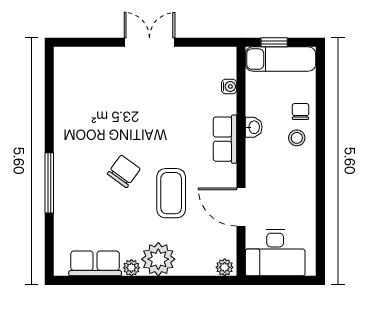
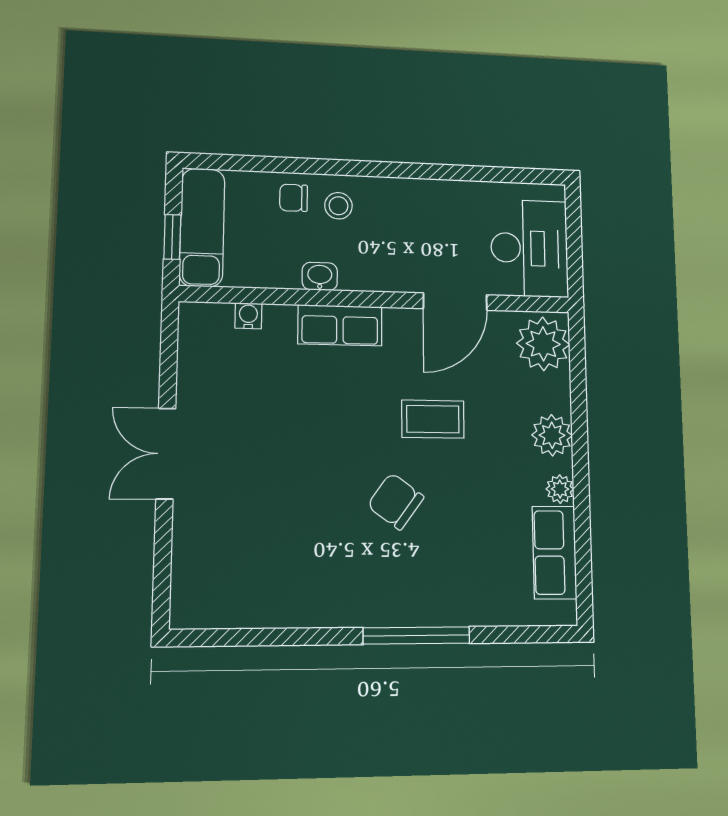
coffee table: (171, 193) -> (433, 419), width x0.73, depth x0.77
plant: (158, 259) -> (552, 435), width x0.73, depth x0.73
plant: (225, 267) -> (543, 344), width x1.88, depth x1.88

